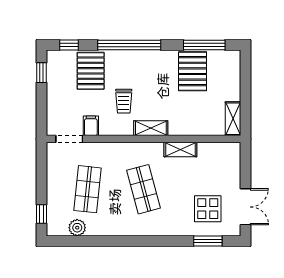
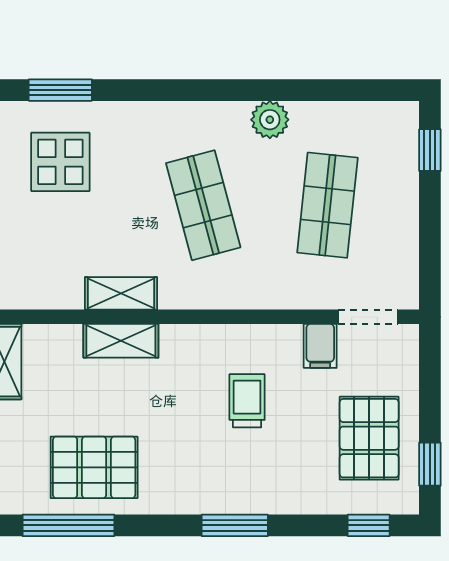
window: (129, 45) -> (235, 525), width x0.47
pallet: (91, 71) -> (369, 438), moved
pallet: (193, 71) -> (94, 467), turned 90
shelving: (151, 128) -> (121, 341), moved
plant: (77, 228) -> (270, 120), moved

